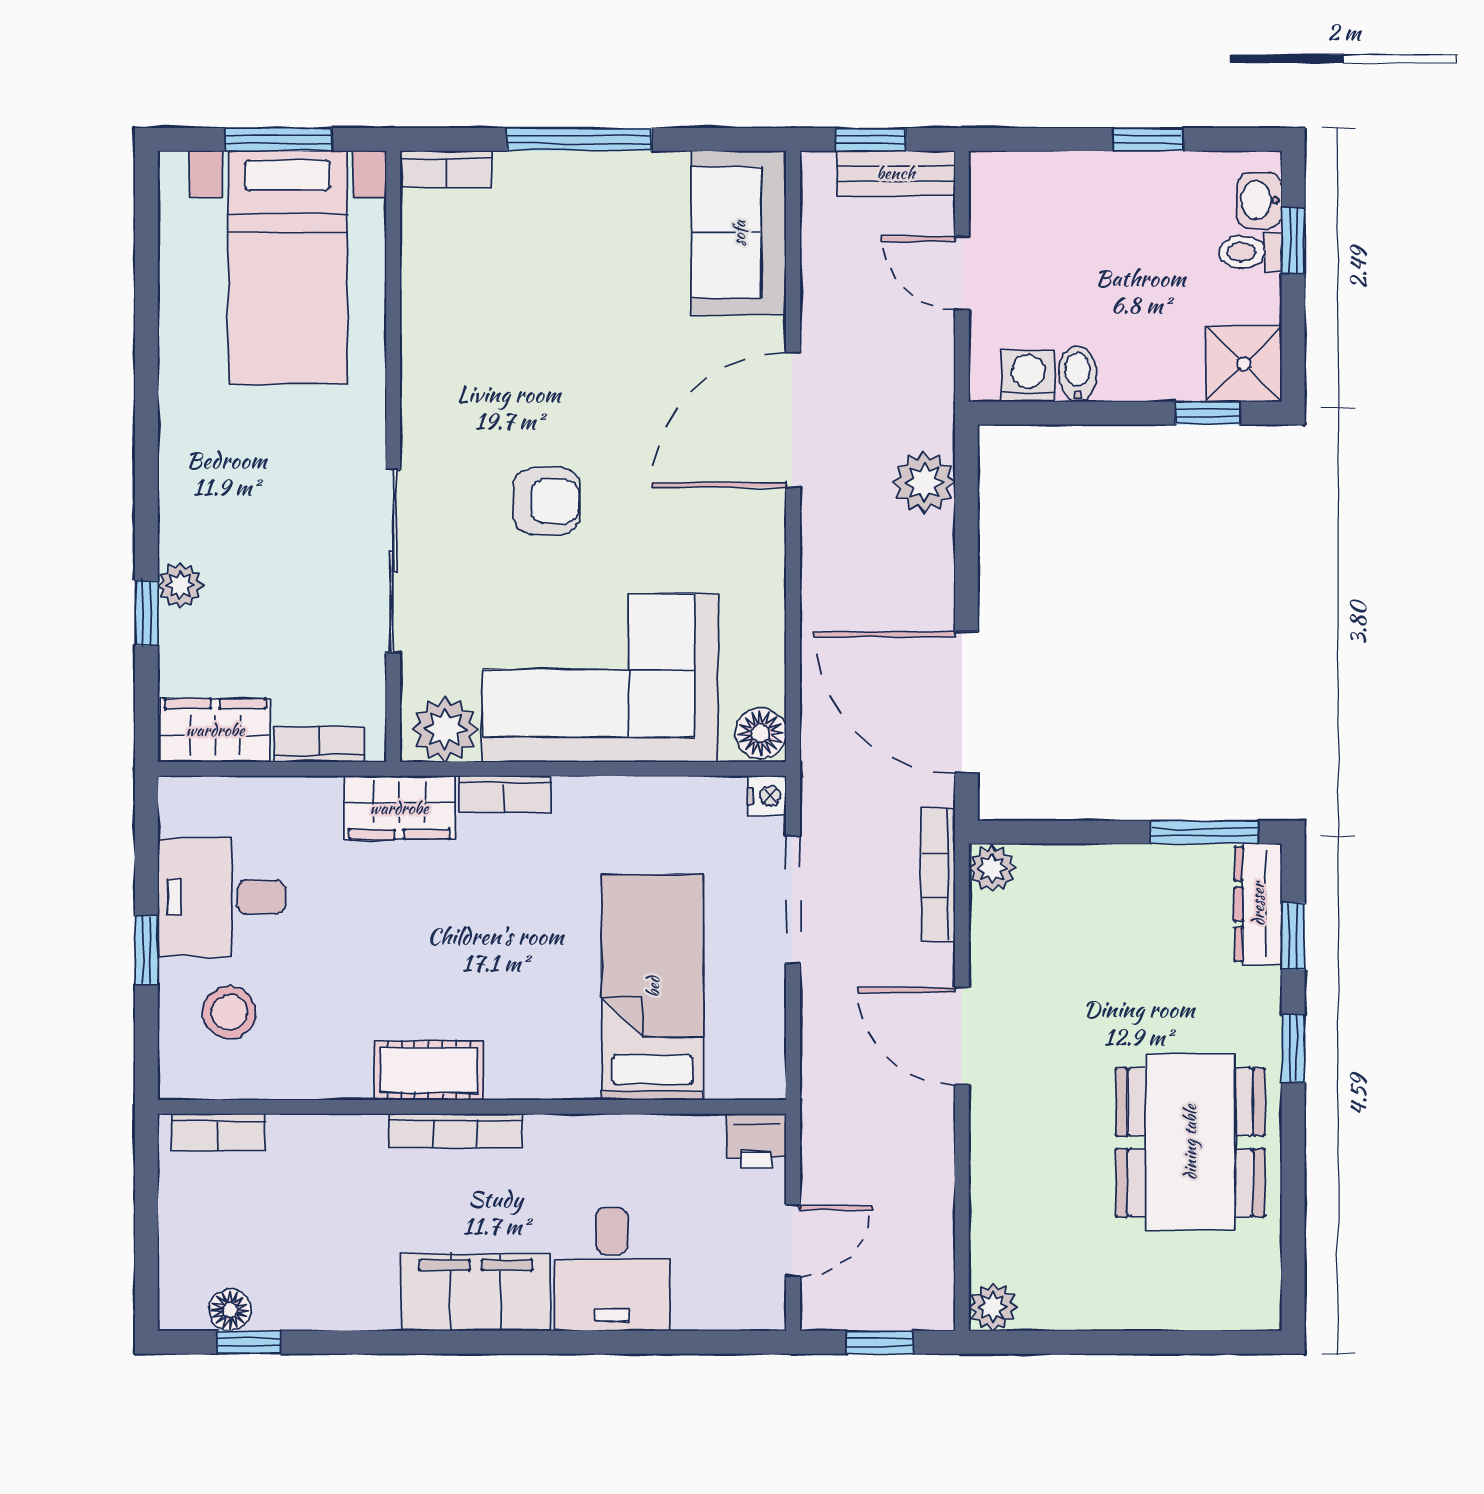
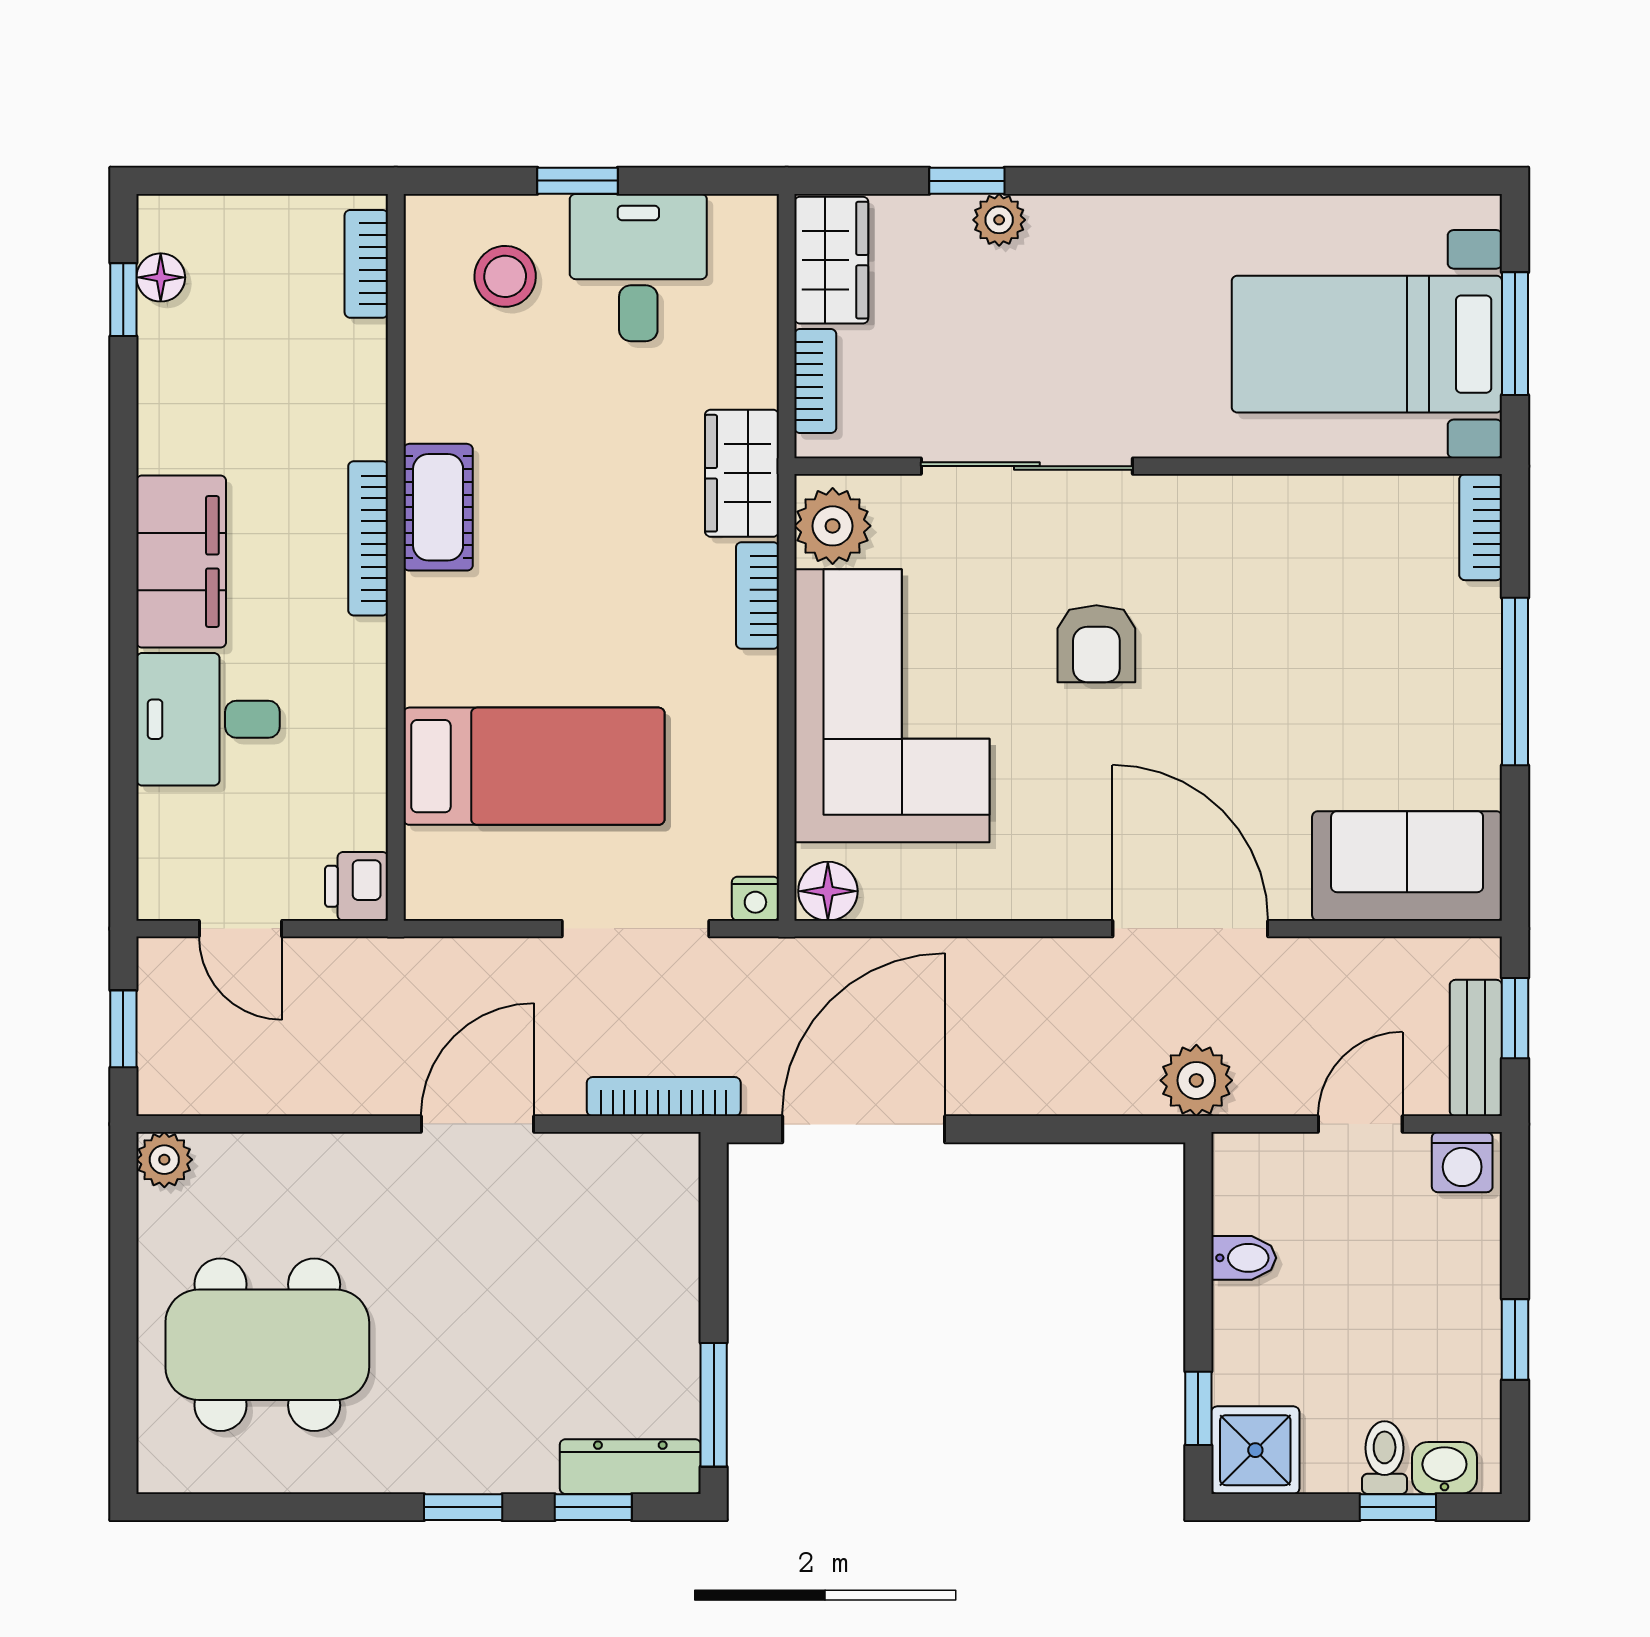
washing machine: (1028, 376) -> (1462, 1162), moved, turned 90
plant: (924, 482) -> (1196, 1080), moved
plant: (992, 868) -> (672, 1159), removed
dining table: (1190, 1142) -> (267, 1345), moved

